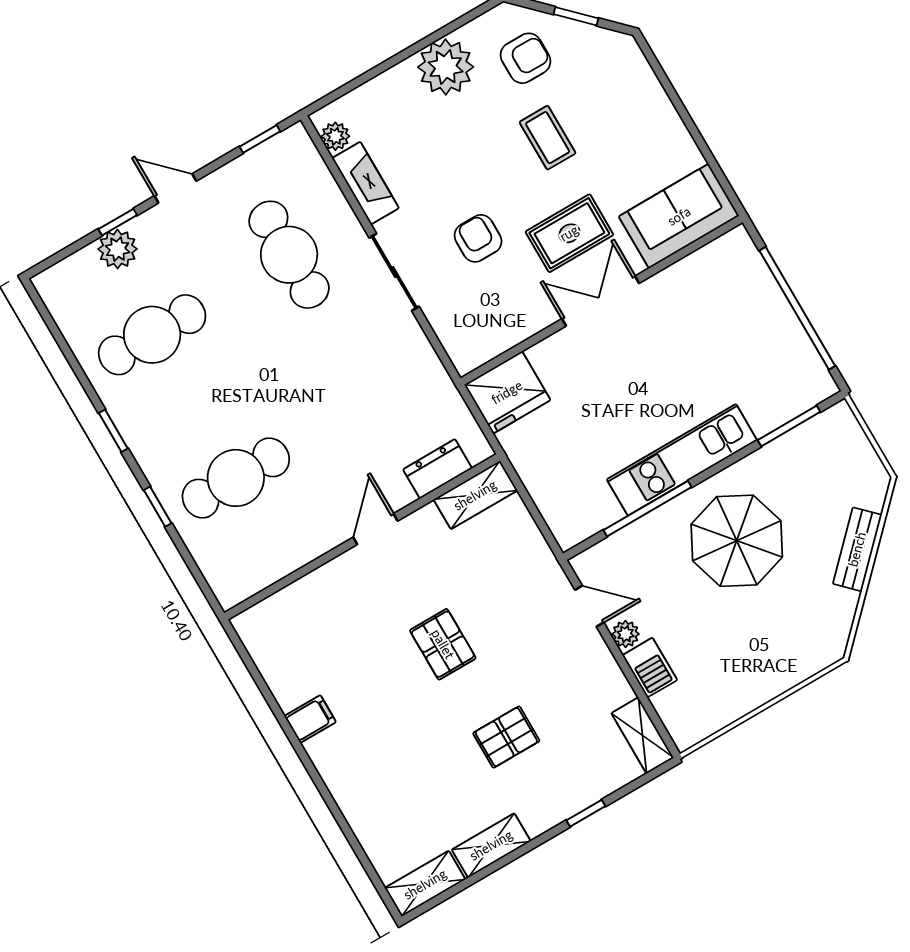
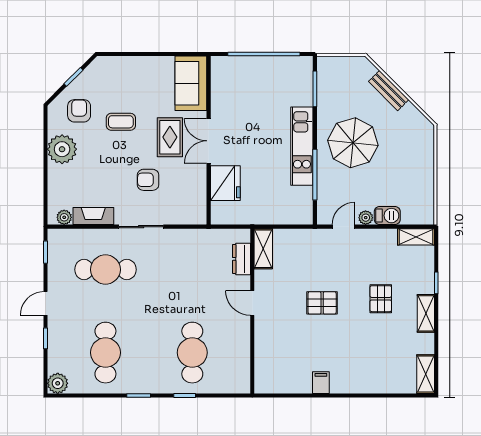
plant: (118, 249) -> (58, 383), moved
fridge: (507, 392) -> (225, 183), moved
shelving: (491, 845) -> (426, 313), moved

